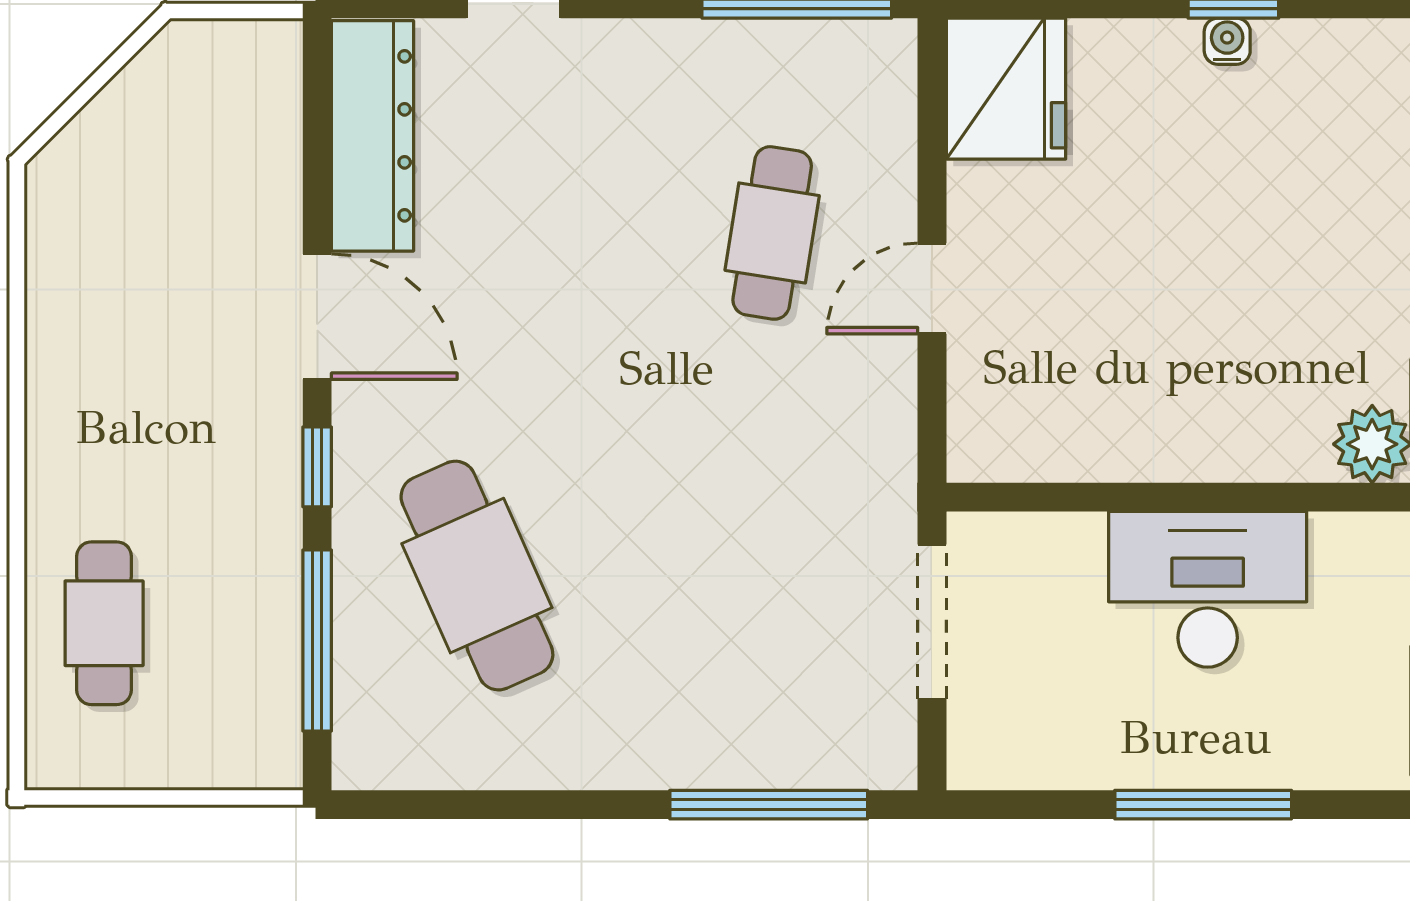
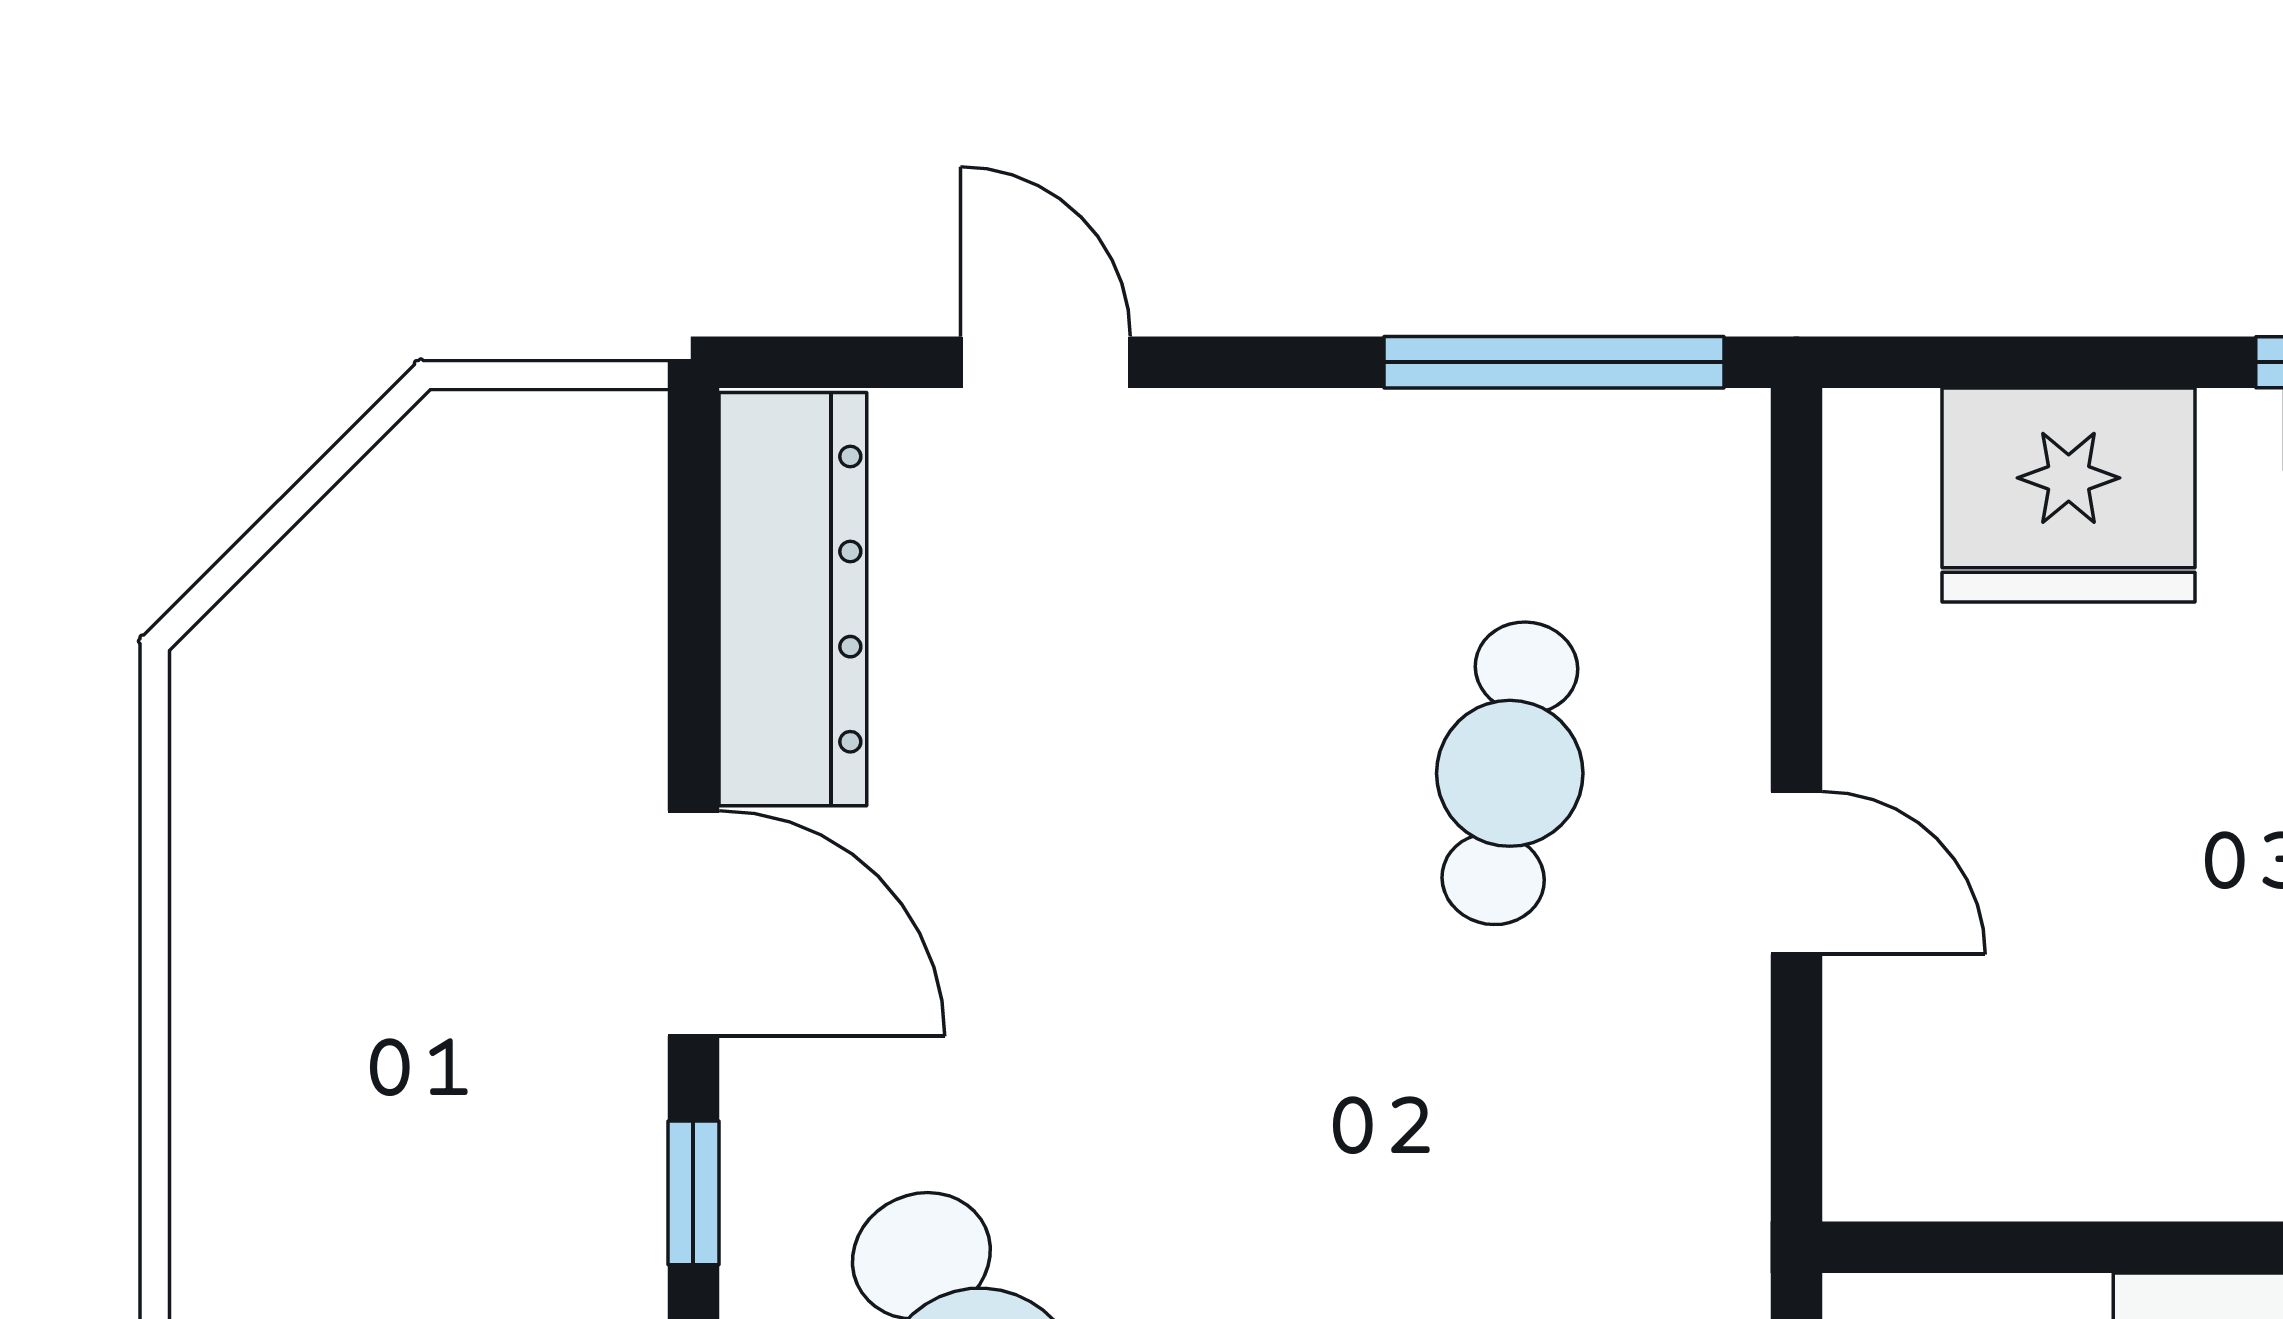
fridge: (1006, 89) -> (2069, 495), moved, turned 90
door: (932, 288) -> (1796, 873), swing flipped

